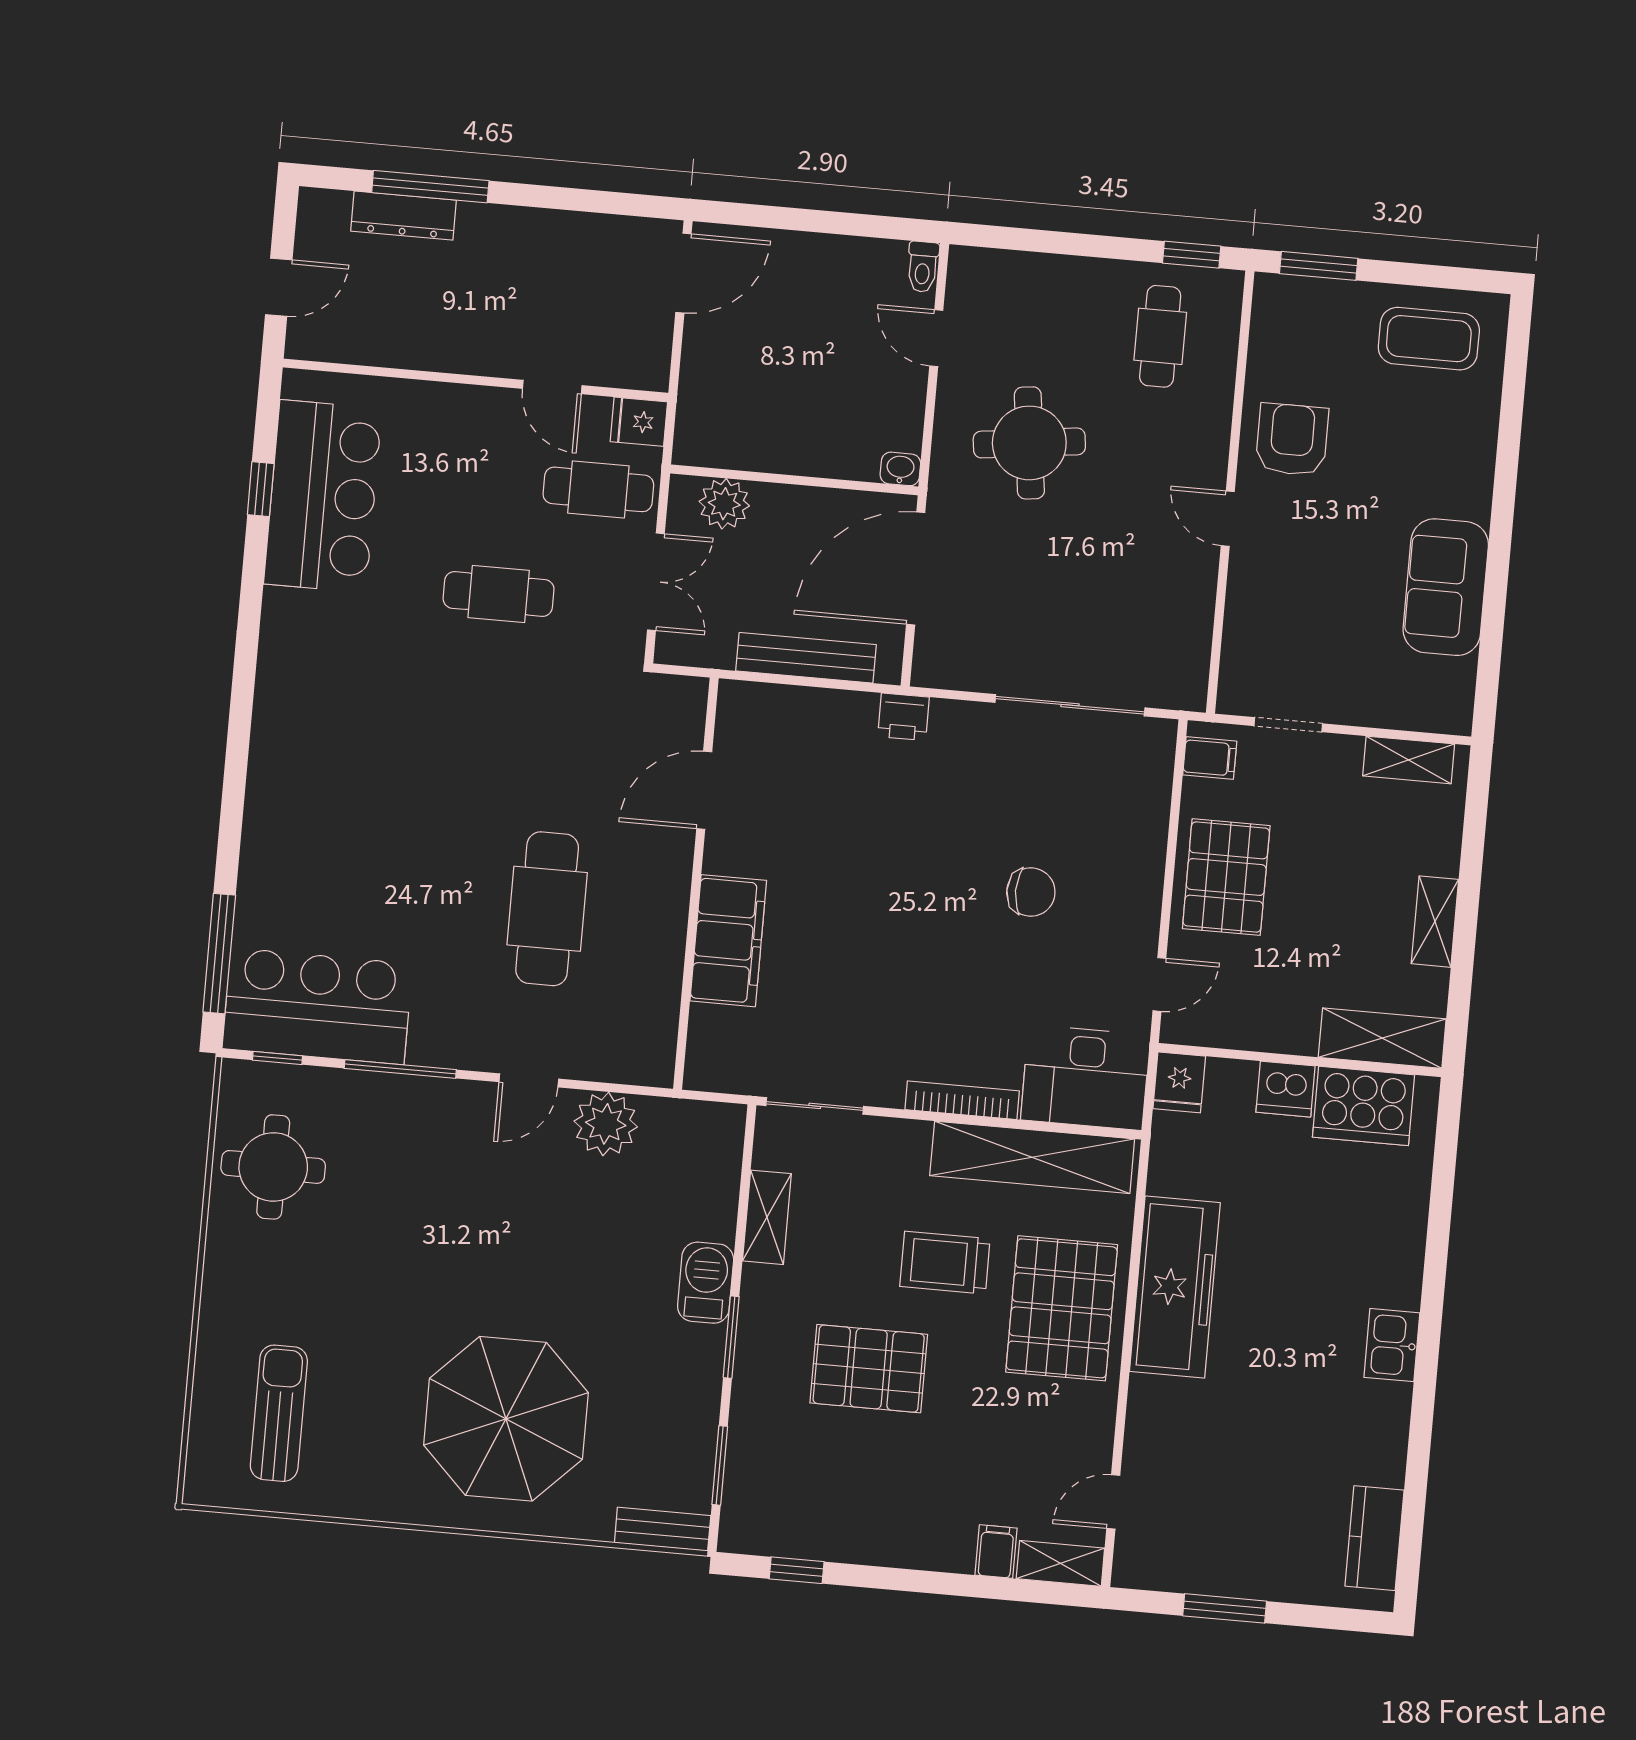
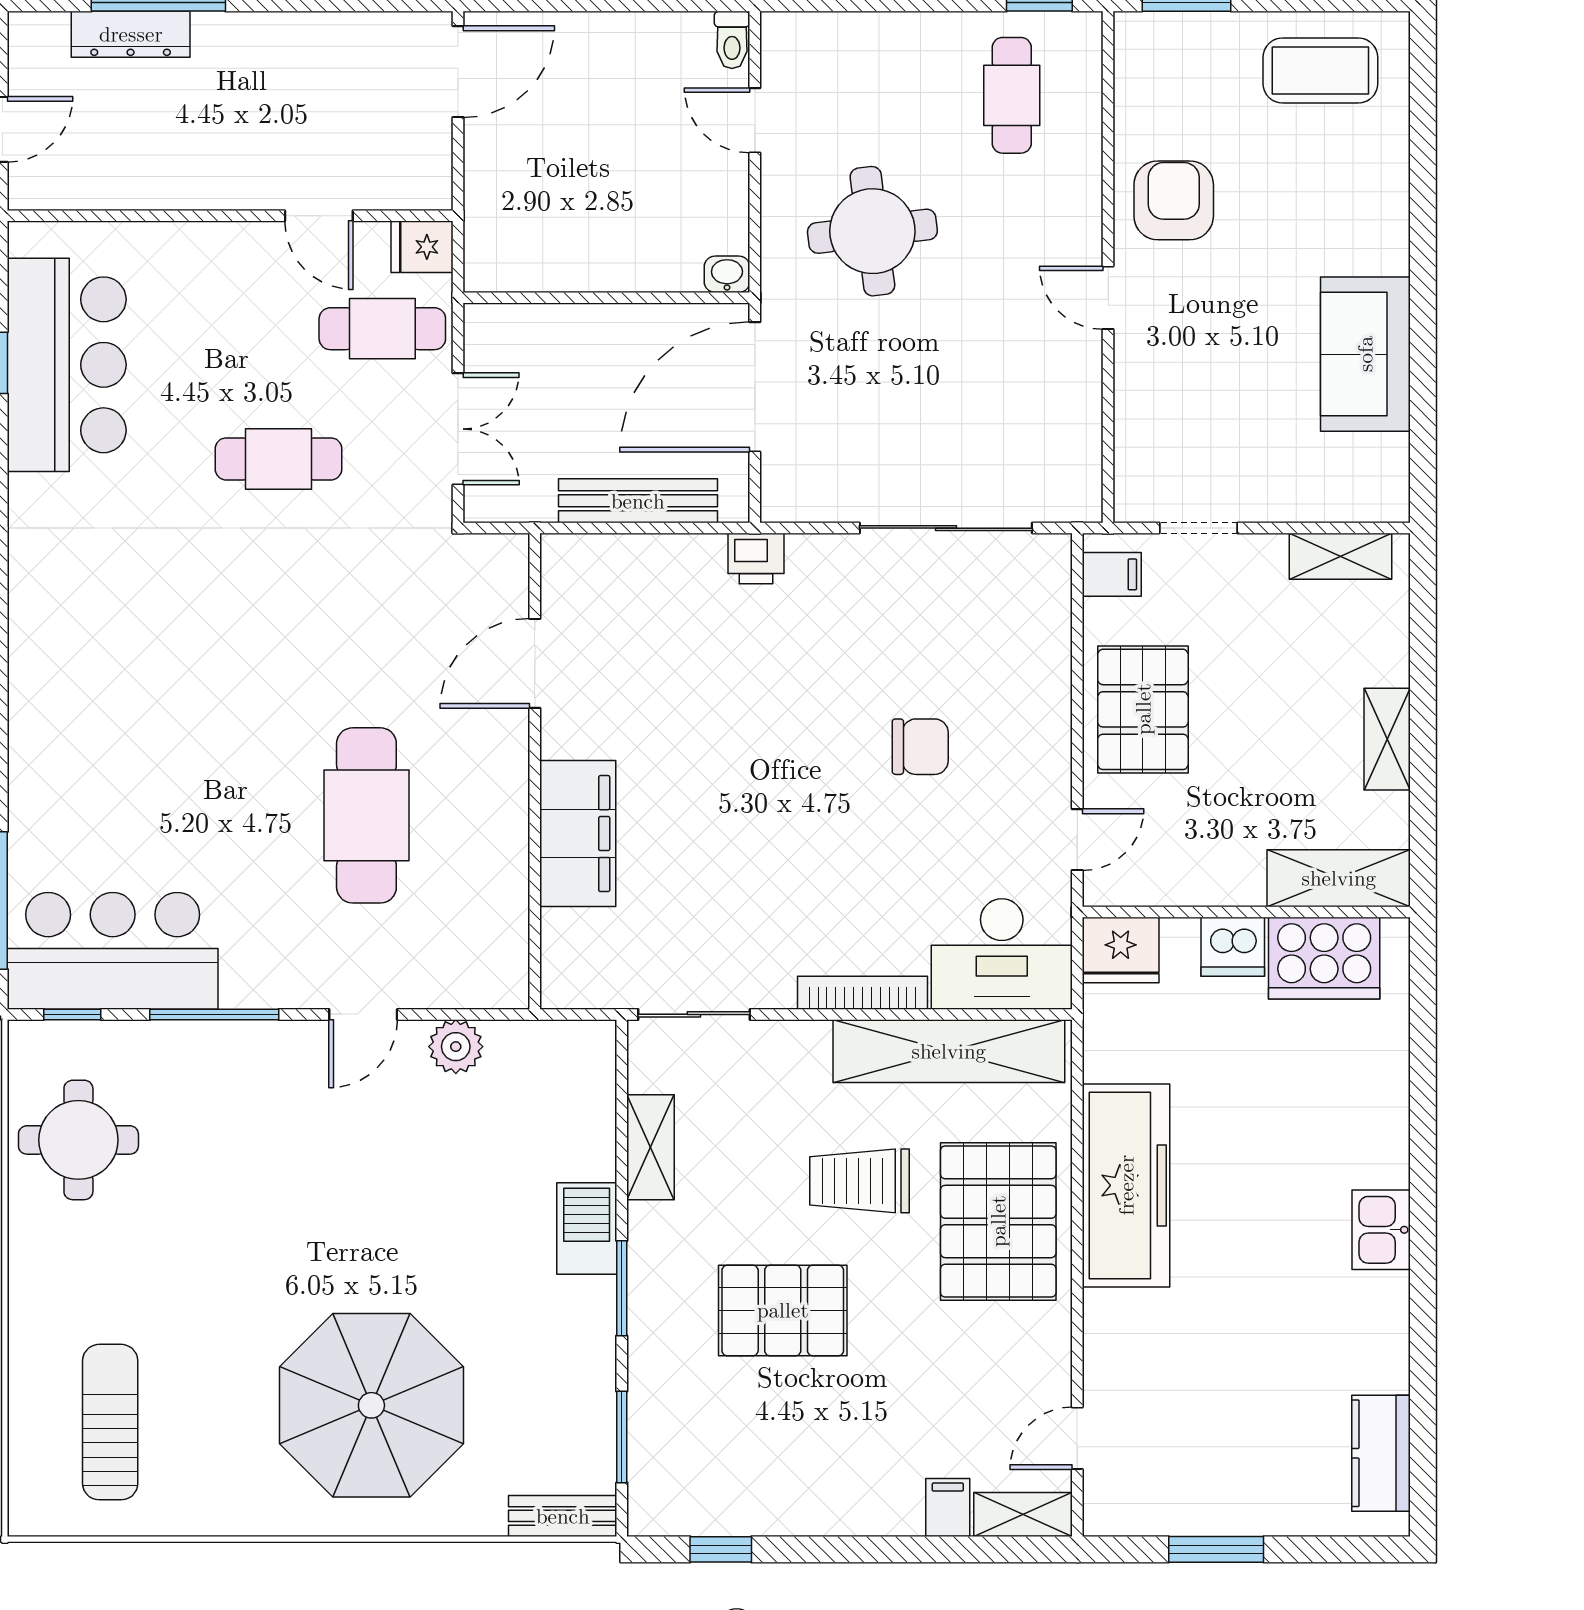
plant: (724, 504) -> (528, 332), removed
fridge: (1179, 1082) -> (1121, 950), width x1.38
plant: (606, 1124) -> (456, 1047), width x0.73, depth x0.73

